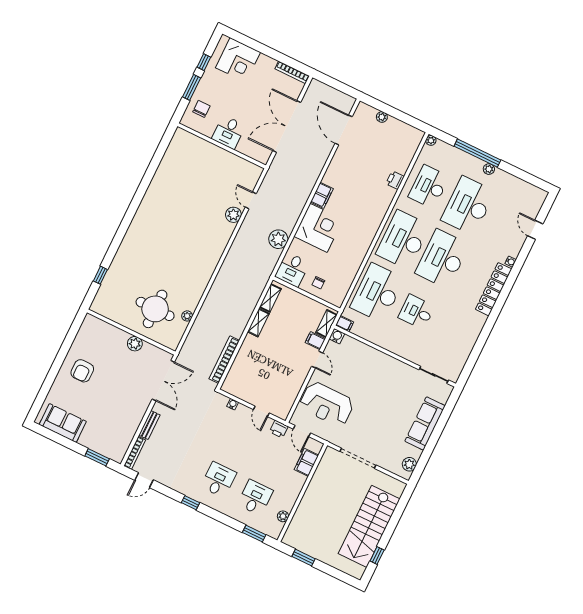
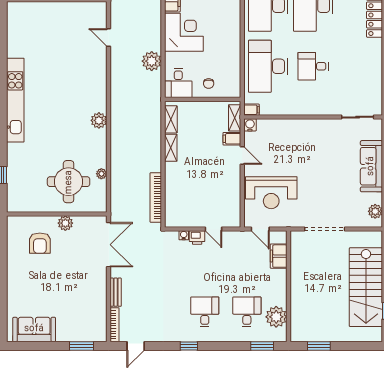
plant: (233, 215) -> (99, 120), moved
kitchen unit: (143, 216) -> (15, 100), added
armchair: (82, 371) -> (40, 243), moved
printer: (279, 429) -> (197, 237), moved
plant: (283, 516) -> (276, 317), width x1.88, depth x1.88

